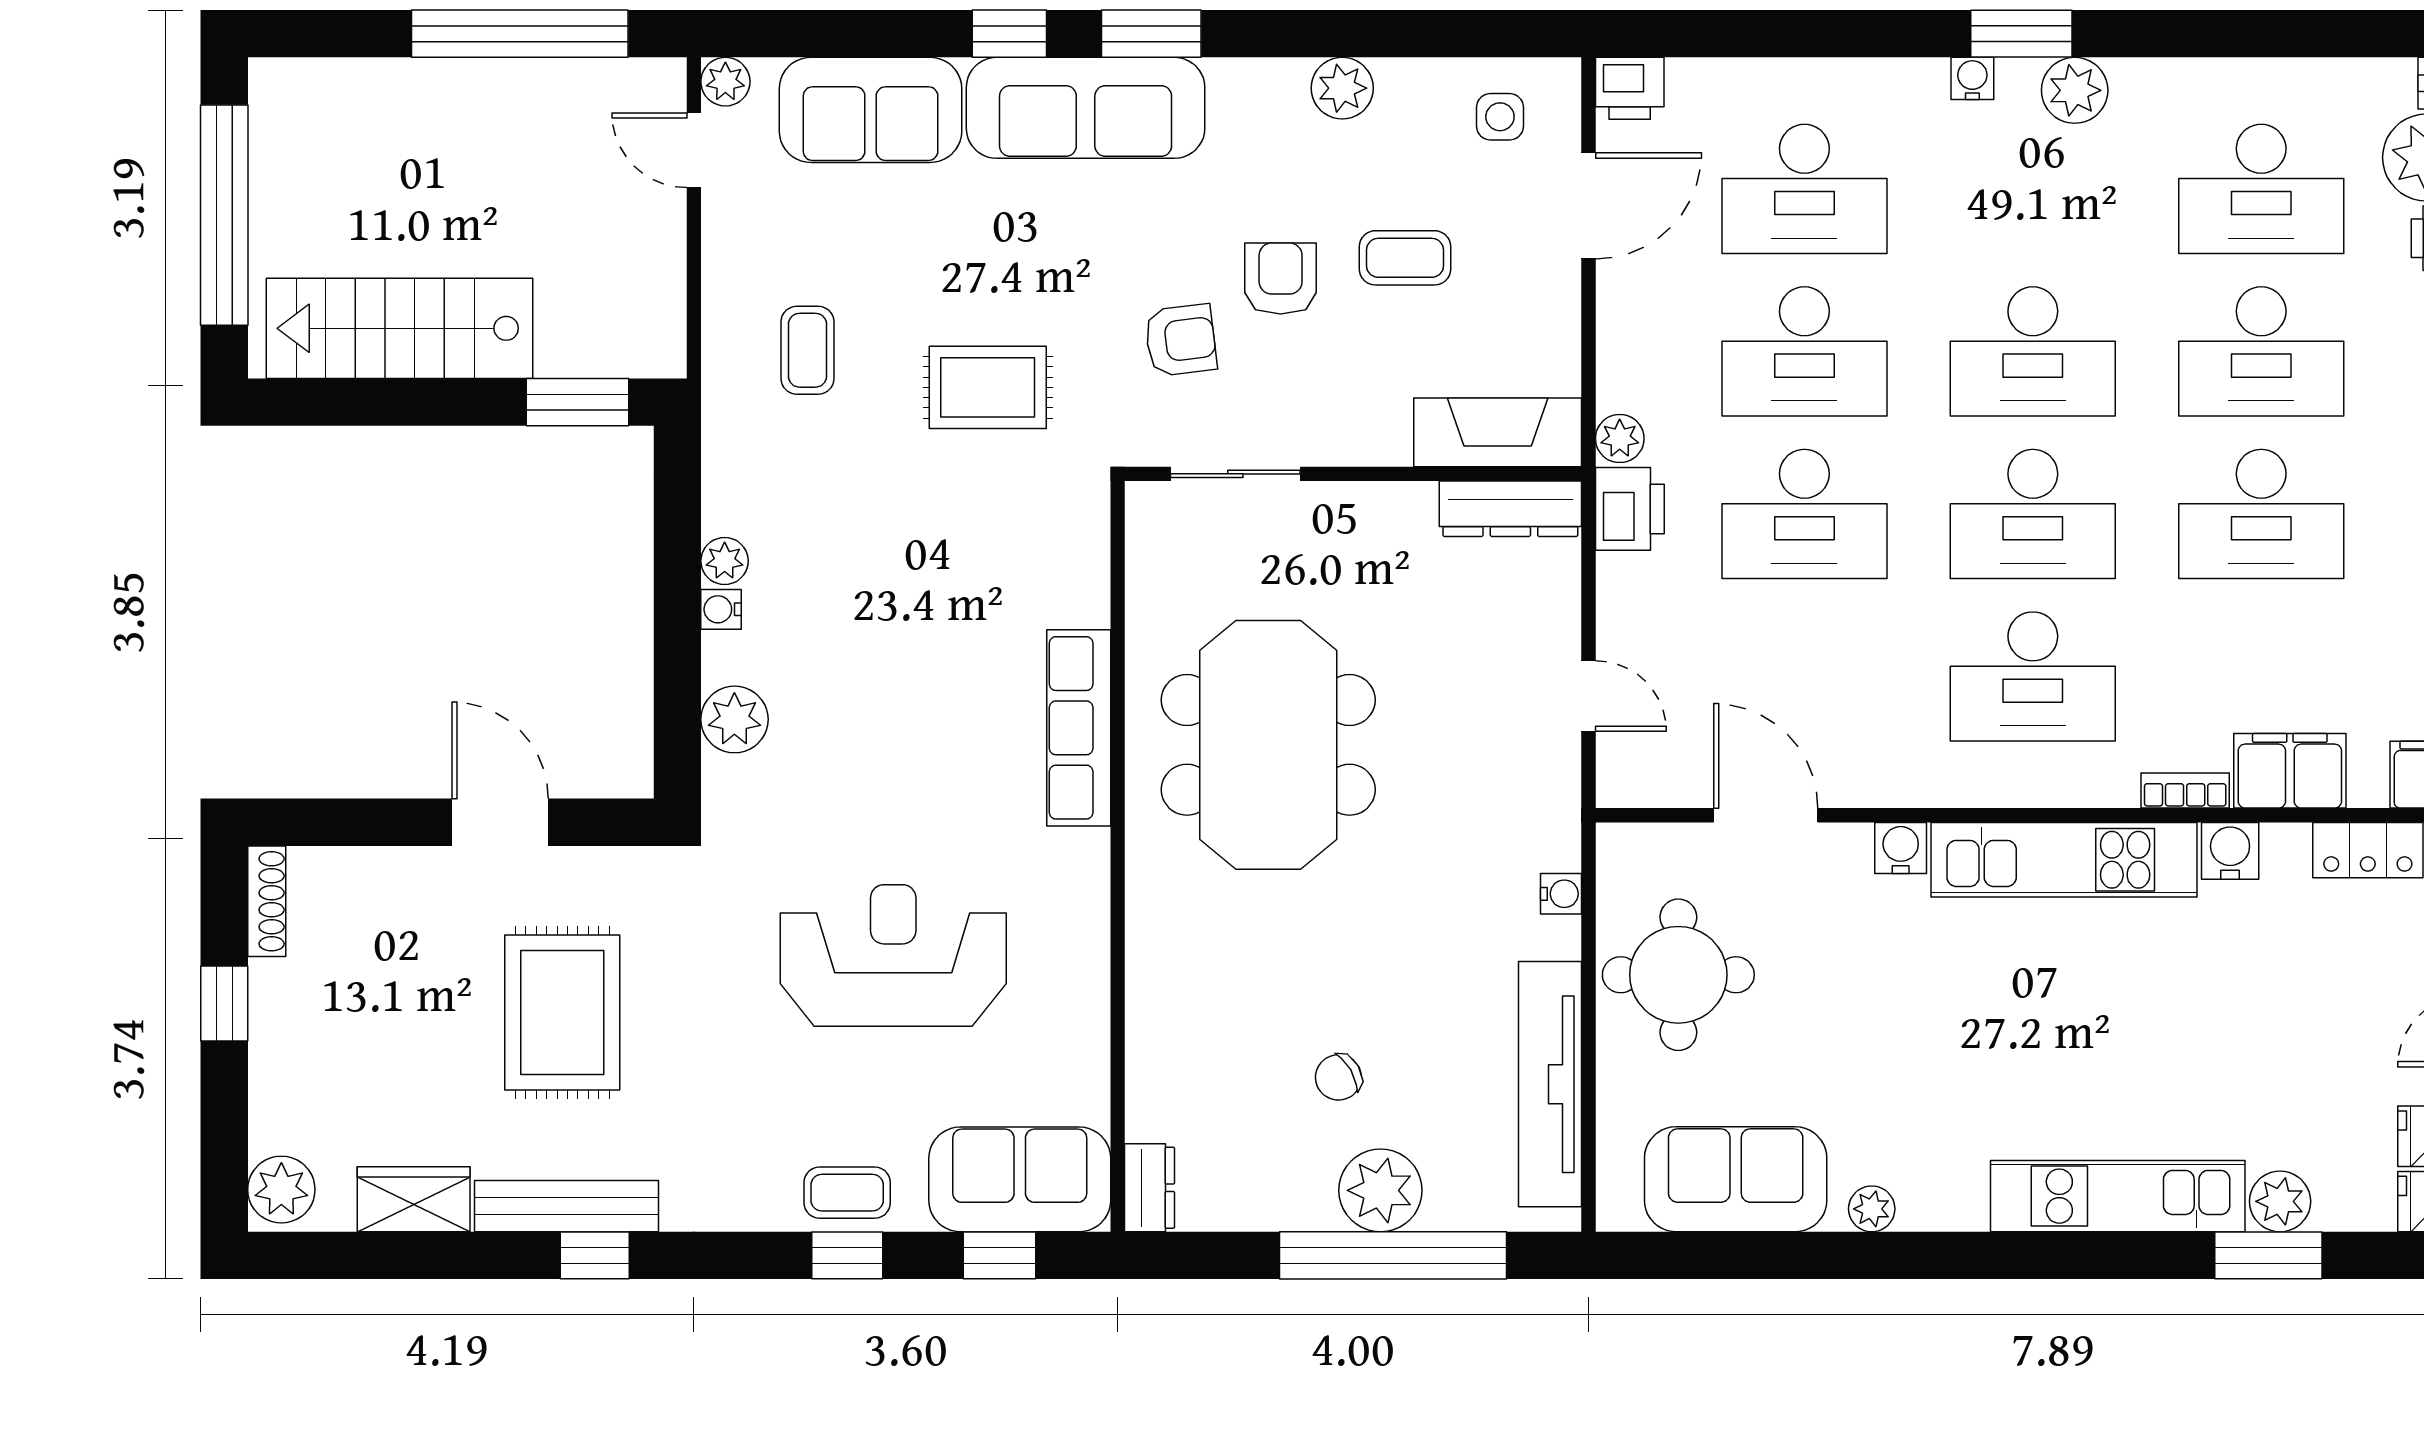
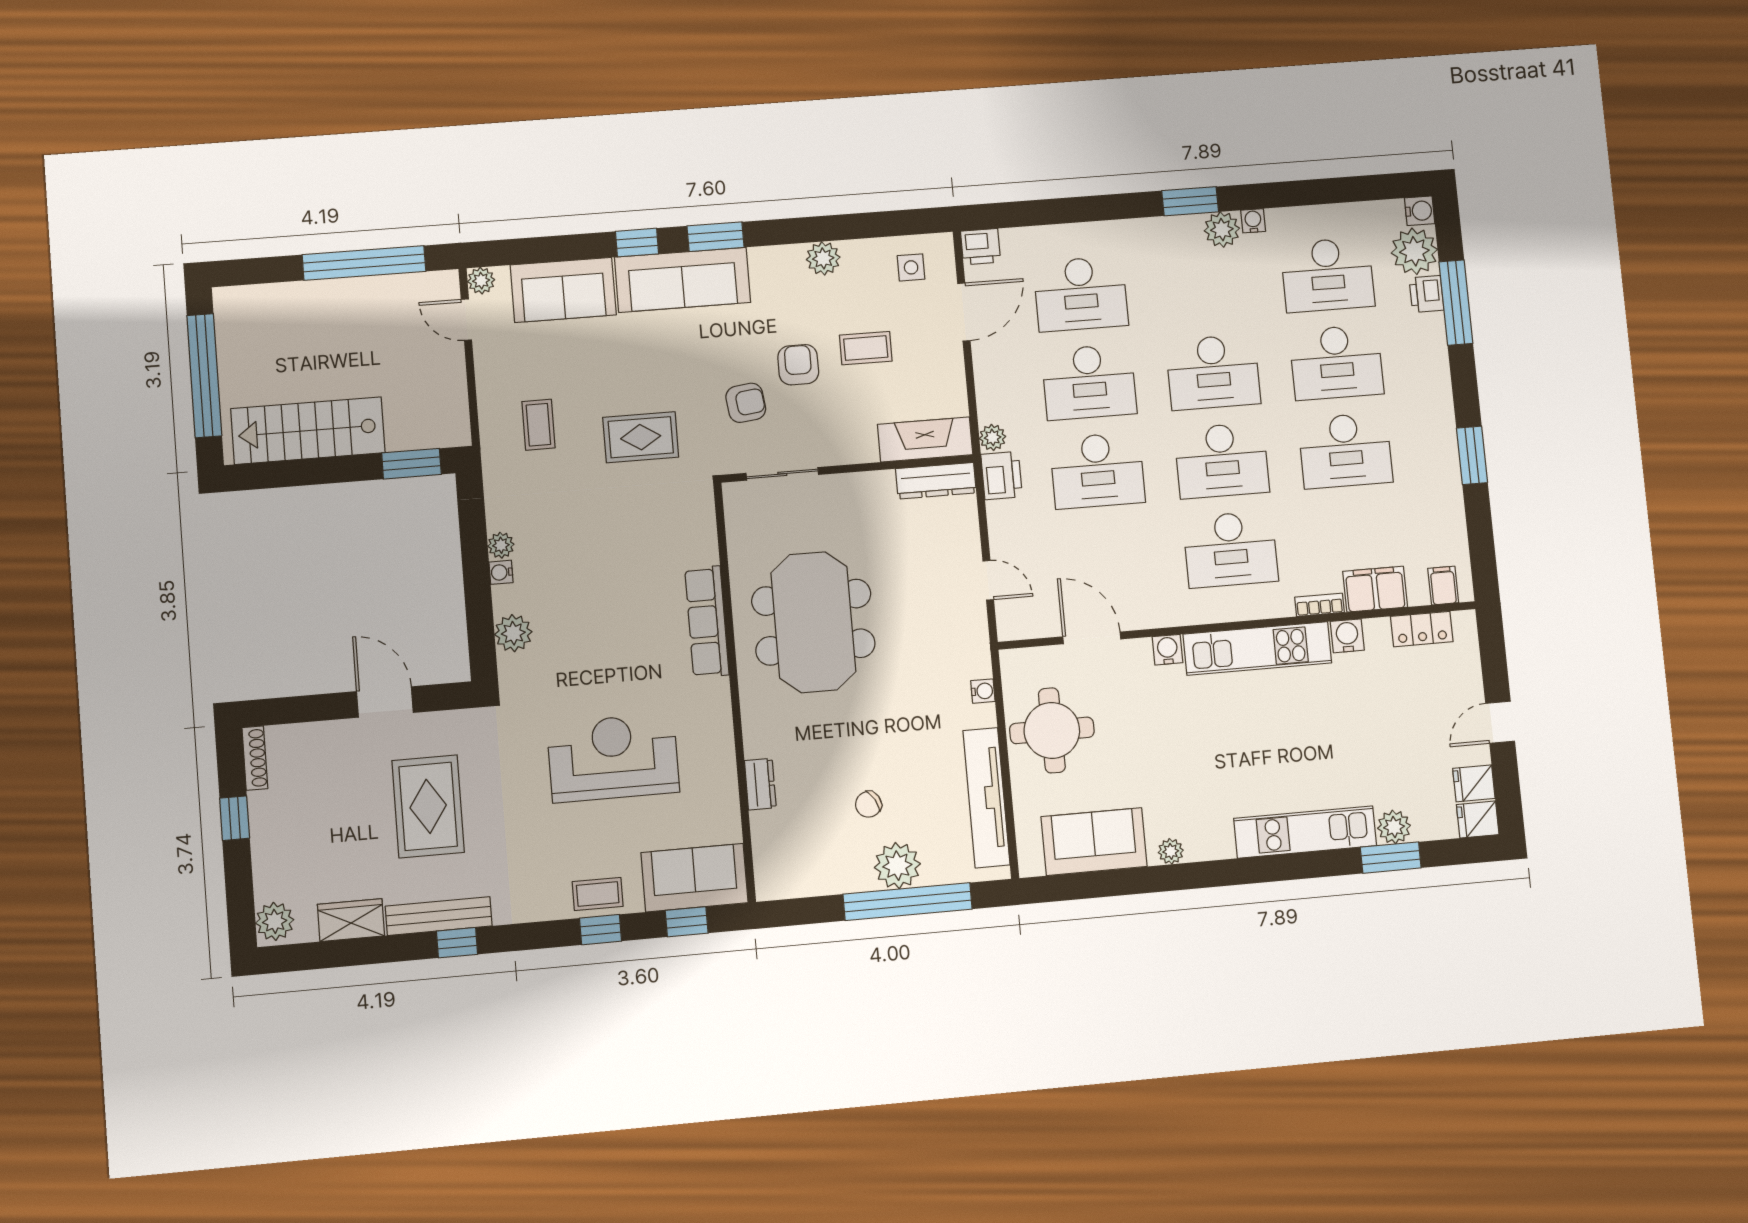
water cooler: (1972, 78) -> (1253, 221), moved
dresser: (1150, 1188) -> (760, 784), moved

